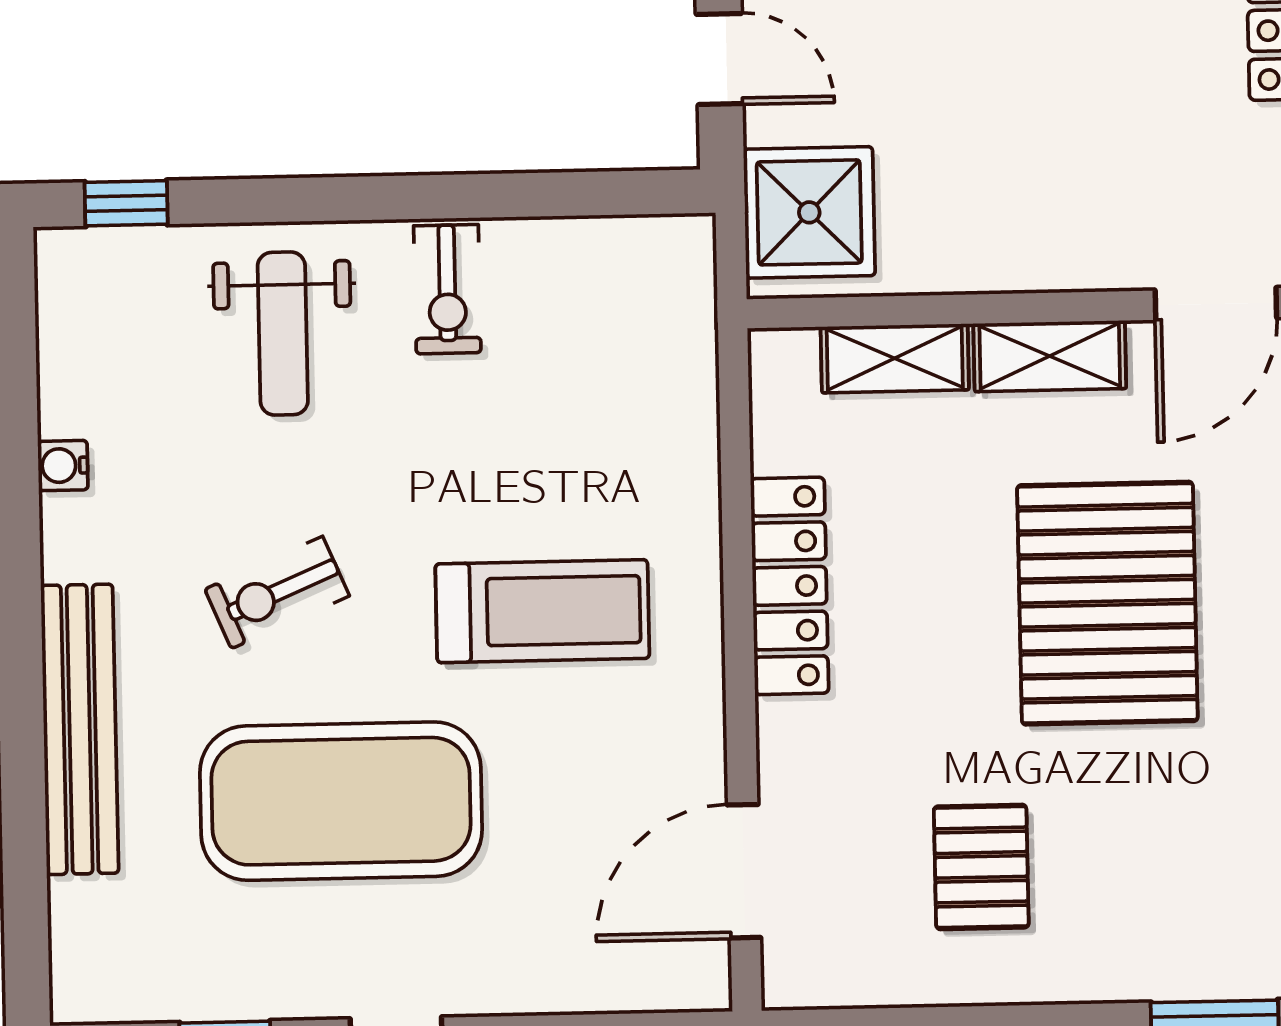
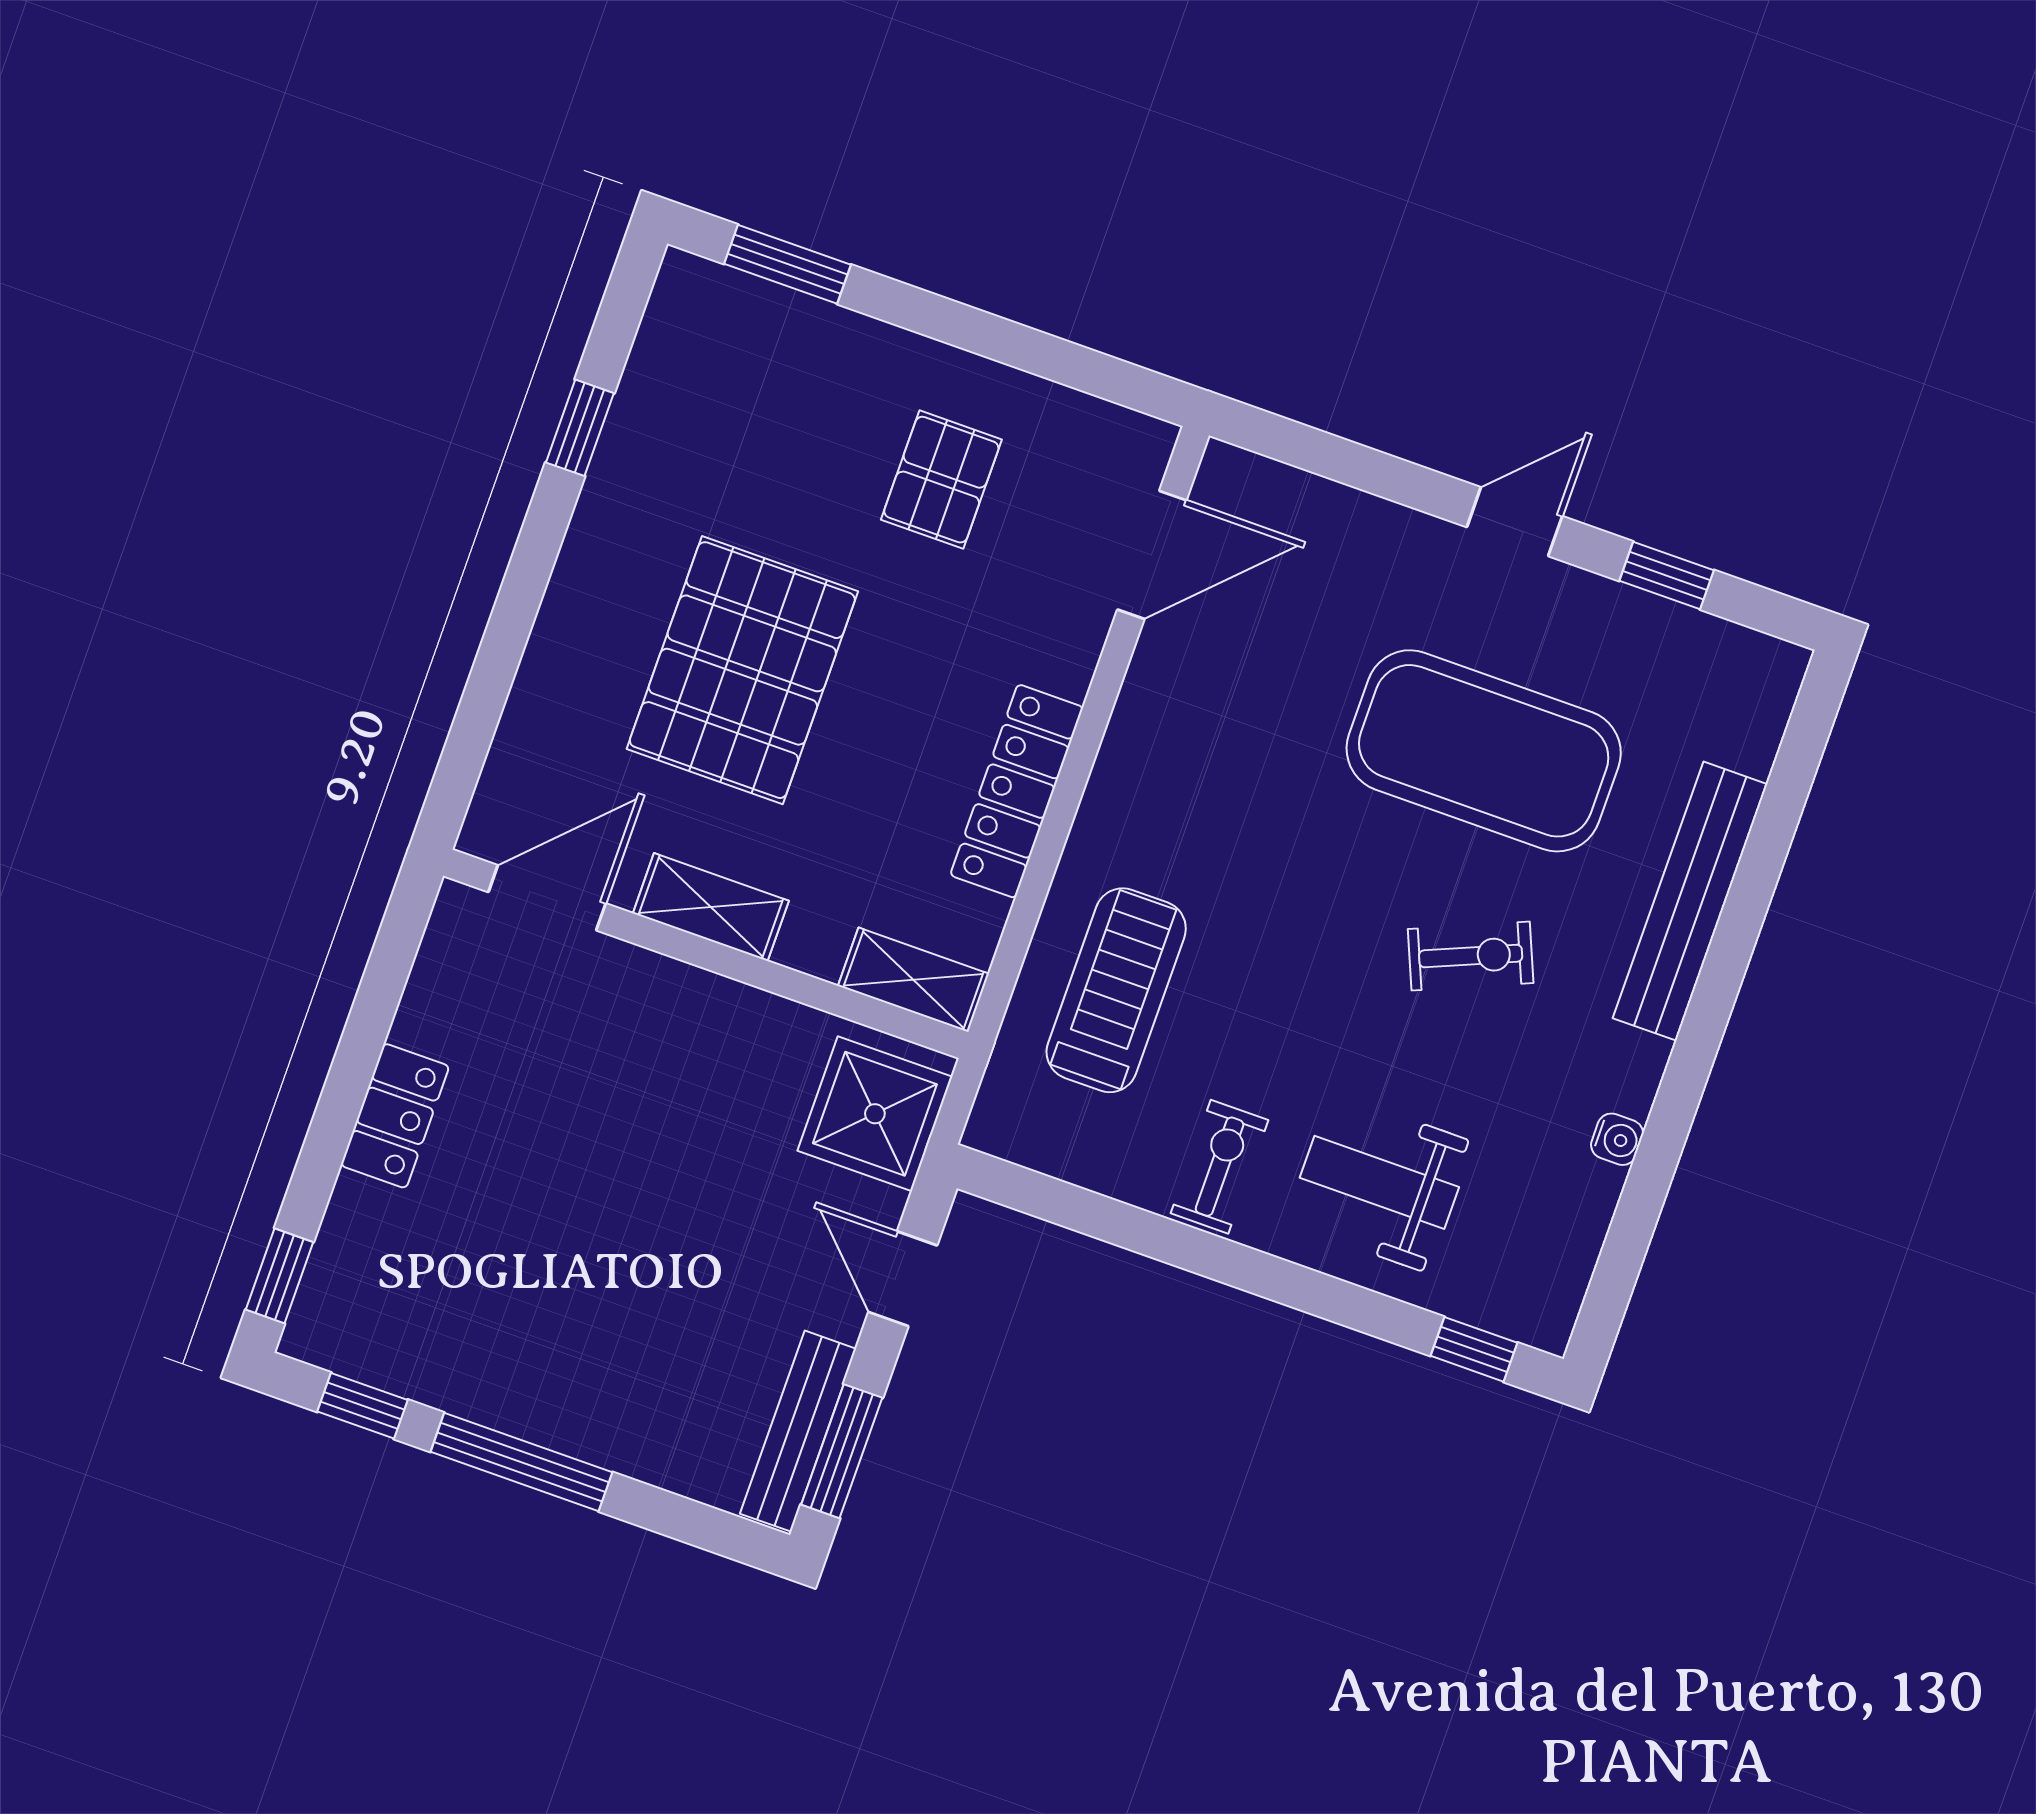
weight bench: (283, 334) -> (1379, 1182), turned -90
shelving: (895, 358) -> (913, 980), moved
treadmill: (542, 611) -> (1116, 990), moved, turned 90

